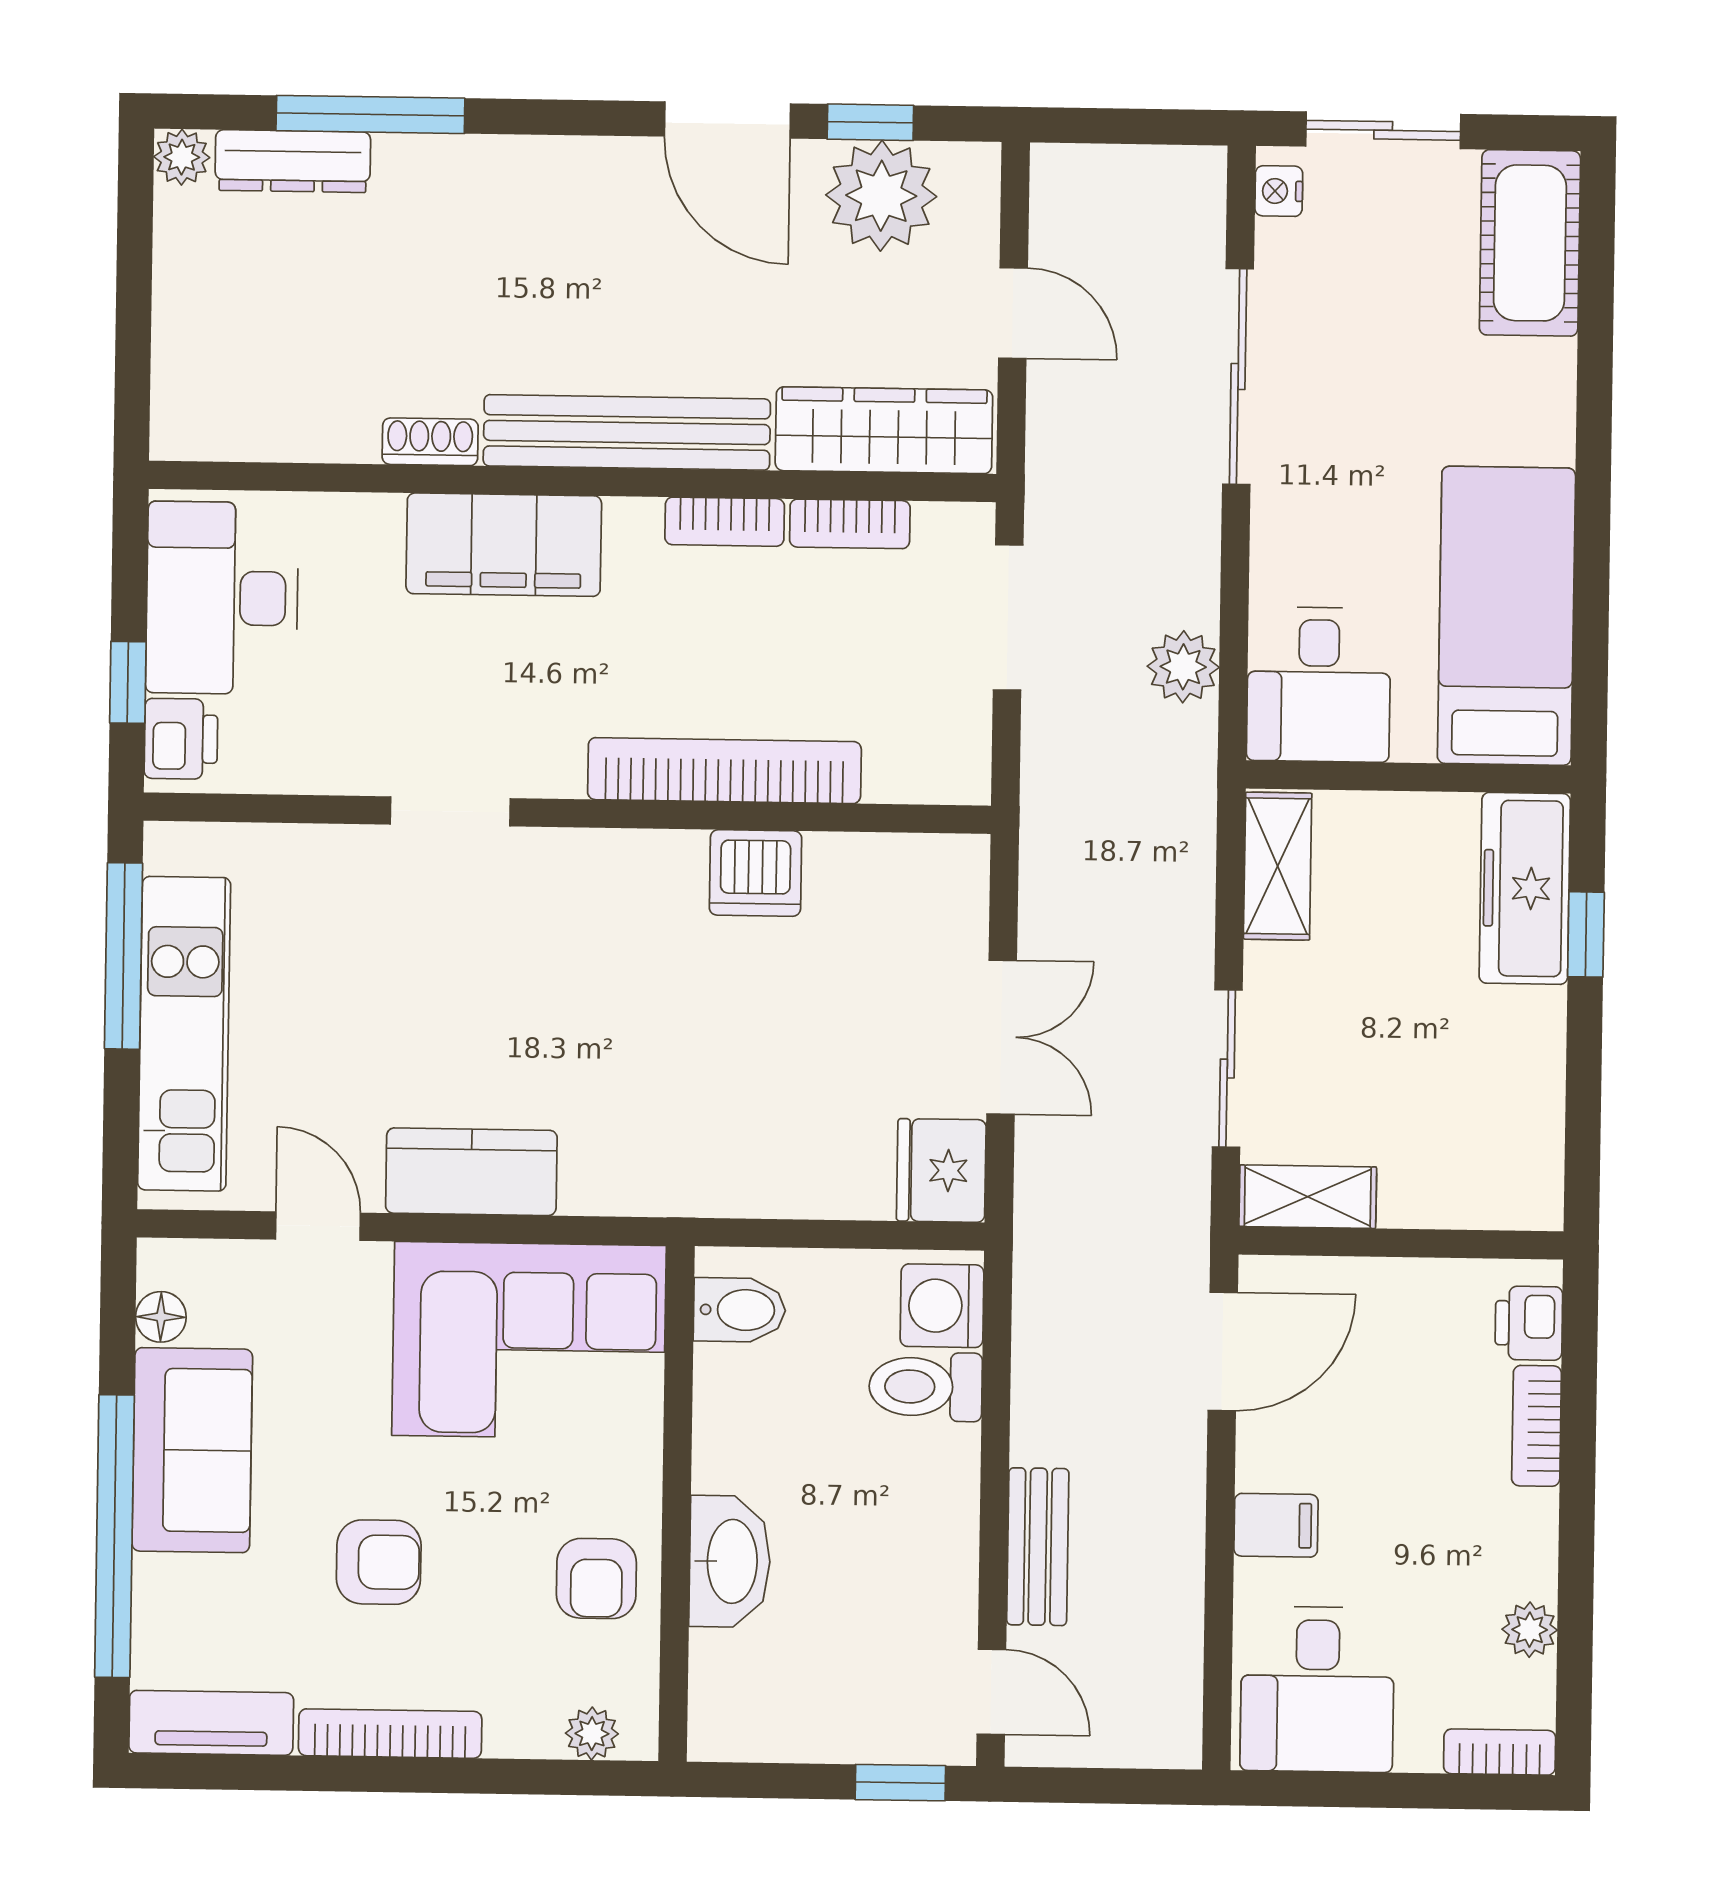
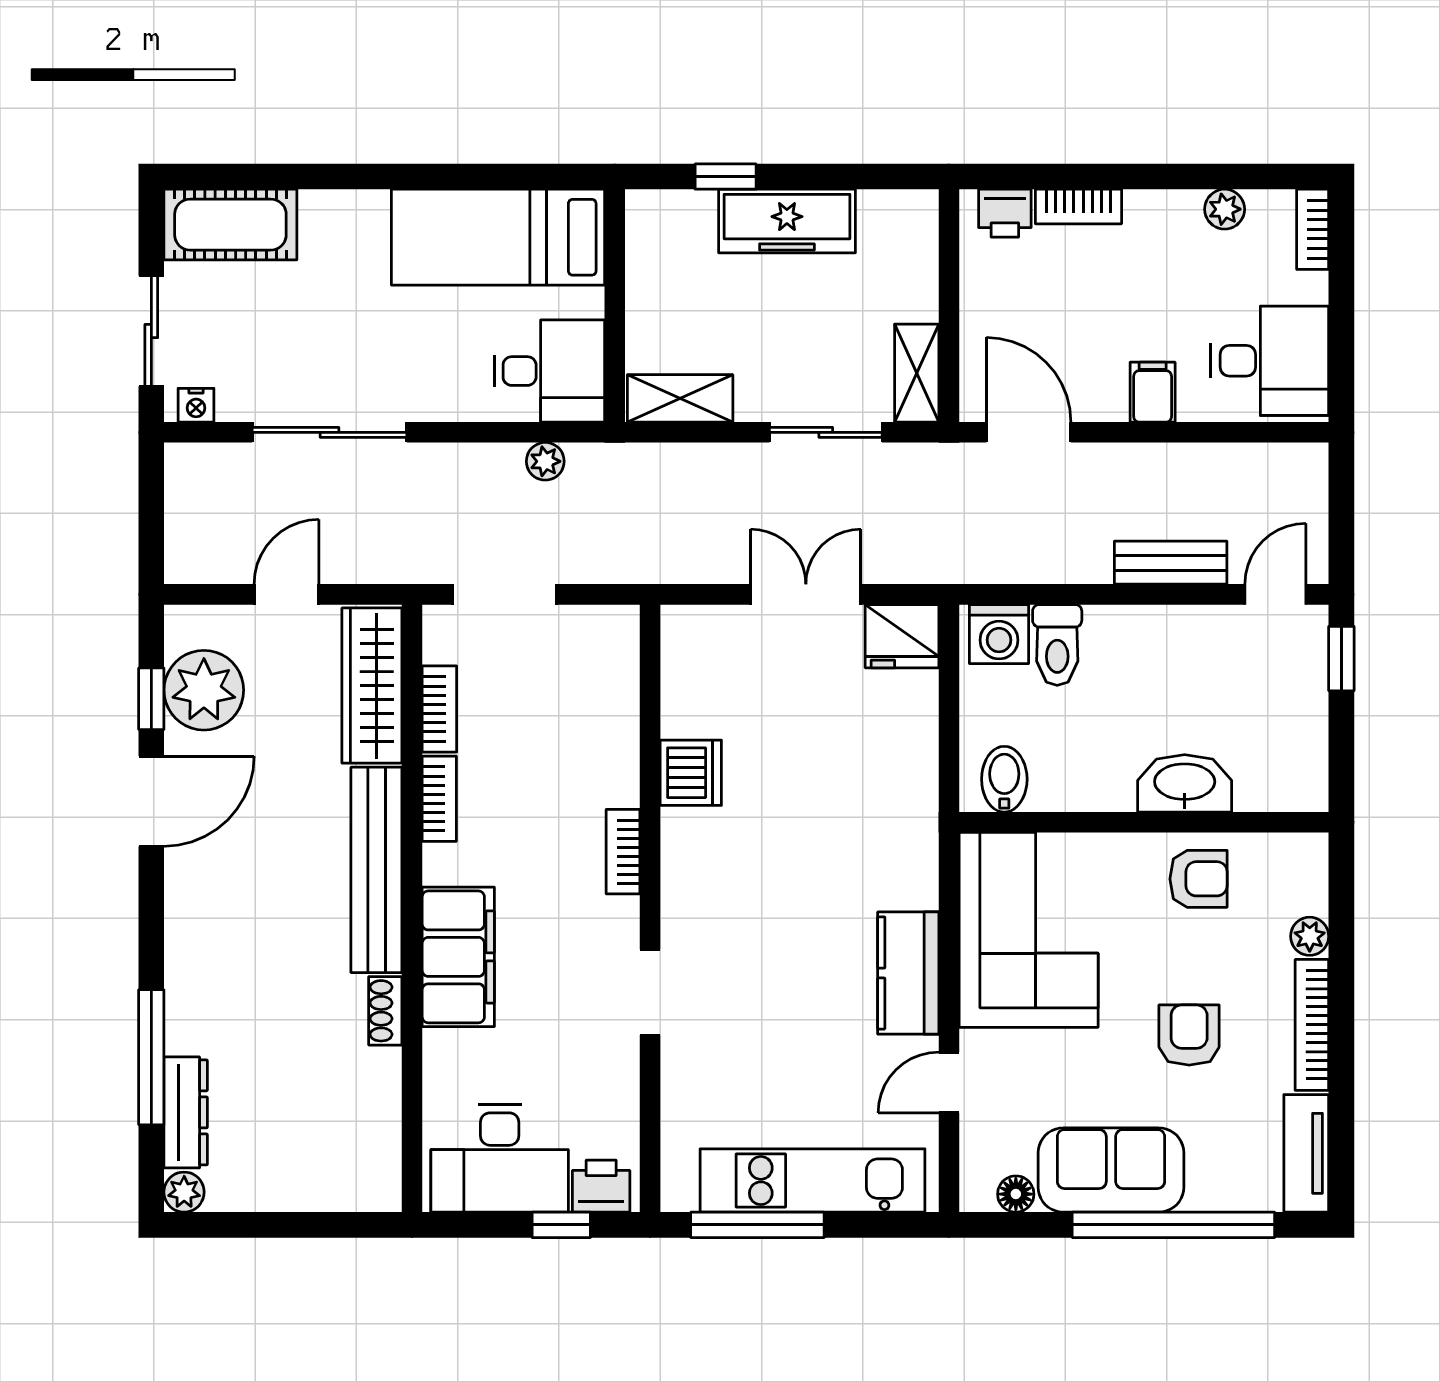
plant: (1183, 667) -> (545, 461), width x0.73, depth x0.73
bookcase: (724, 771) -> (623, 852), width x0.43, depth x0.76
freezer: (1525, 888) -> (787, 221), moved
plant: (592, 1734) -> (1310, 936), moved

